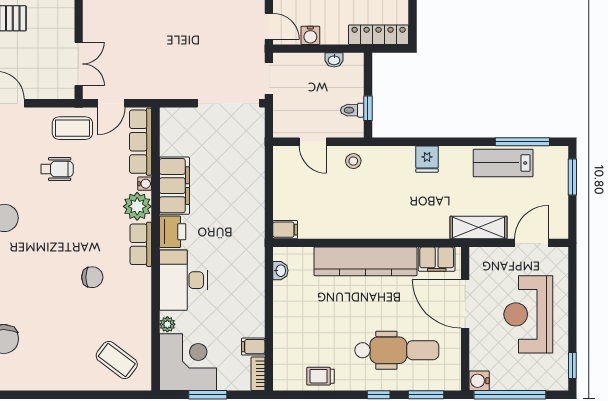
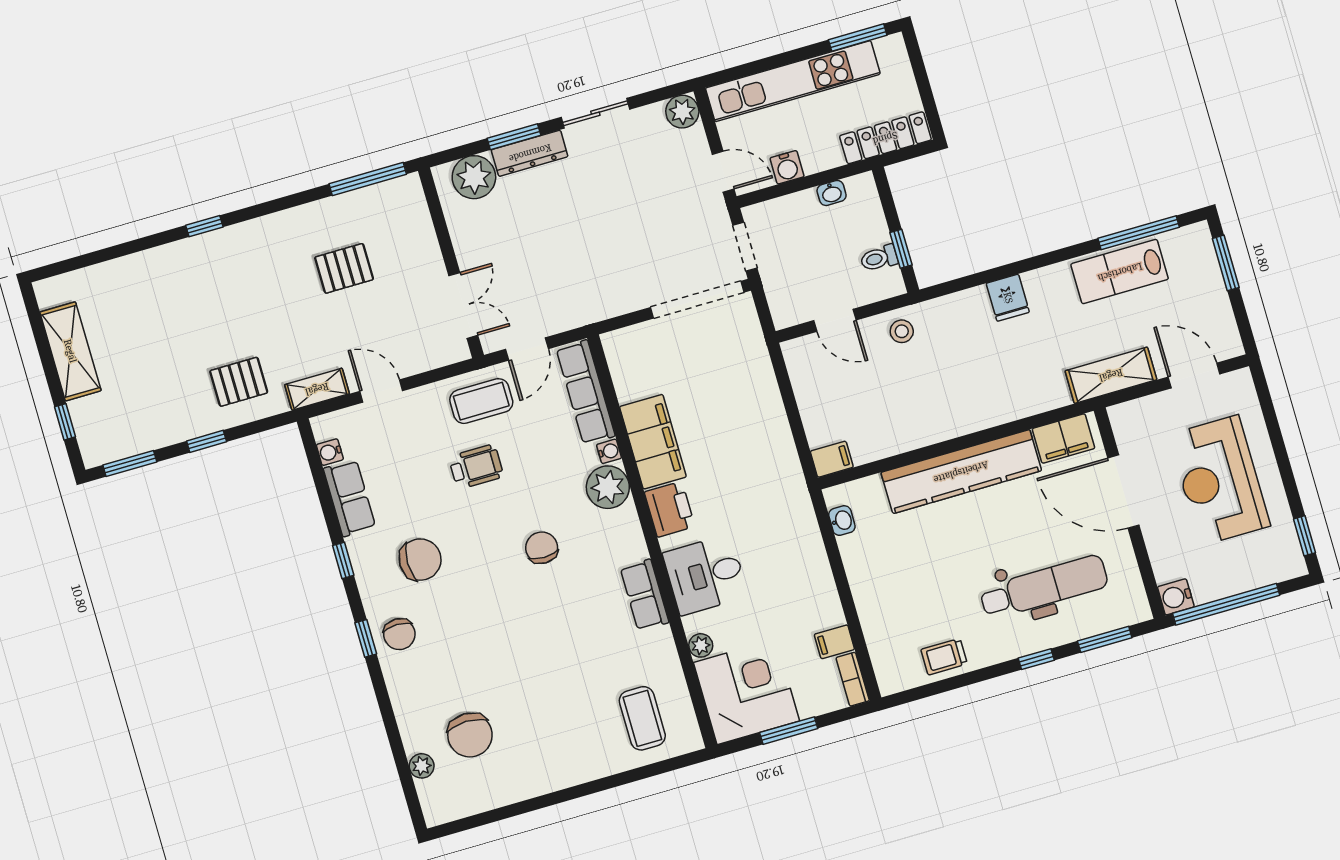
door: (531, 243) -> (1194, 375), hinge flipped
row of seats: (141, 244) -> (645, 595), moved
chair: (92, 277) -> (542, 548), moved, turned -90
desk: (183, 280) -> (705, 575), width x0.73
coffee table: (117, 360) -> (642, 718), turned 53

